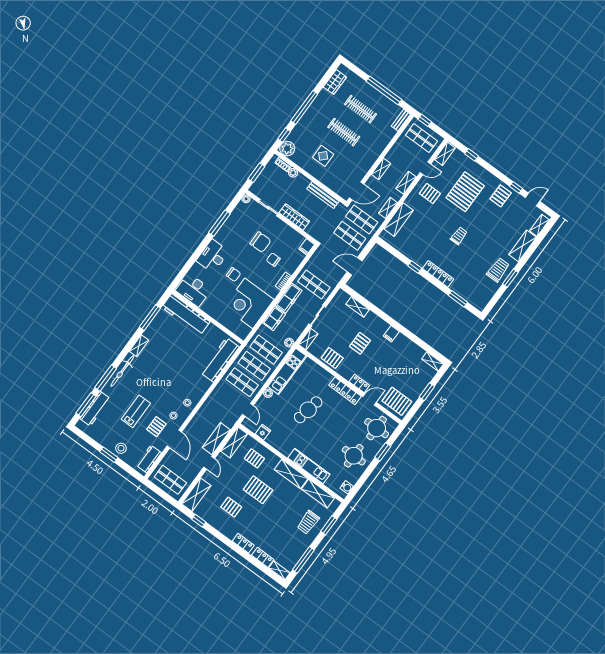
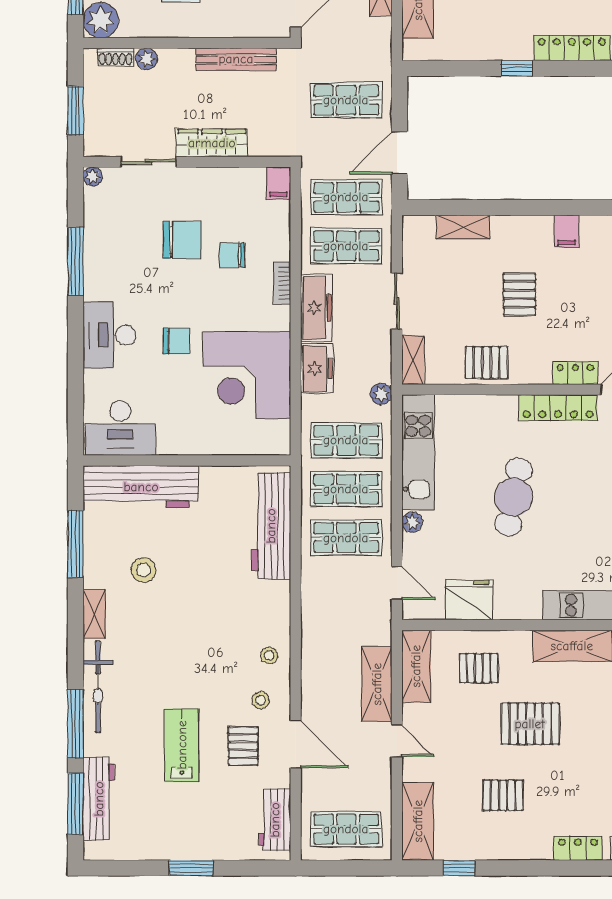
shop shelf: (362, 219) -> (346, 197), moved
fridge: (263, 432) -> (469, 600), width x1.88, depth x1.34
stool: (121, 448) -> (143, 570), moved

